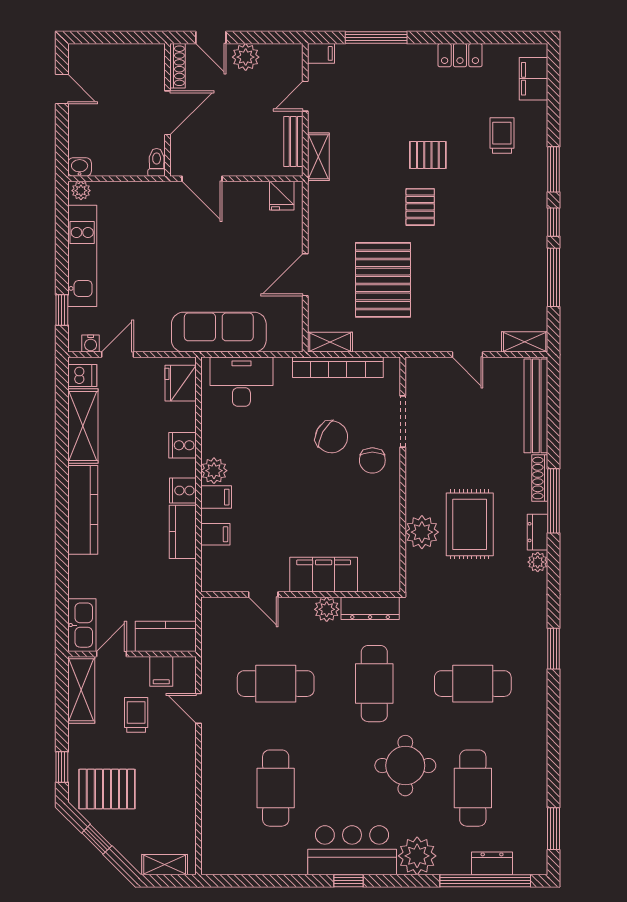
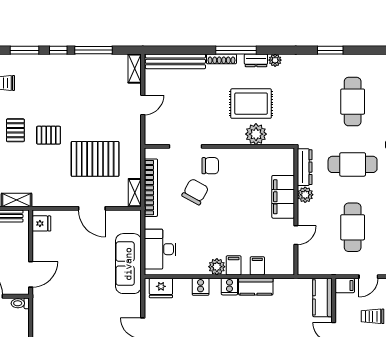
filing cabinet: (161, 671) -> (345, 286), moved

